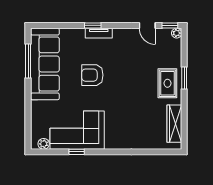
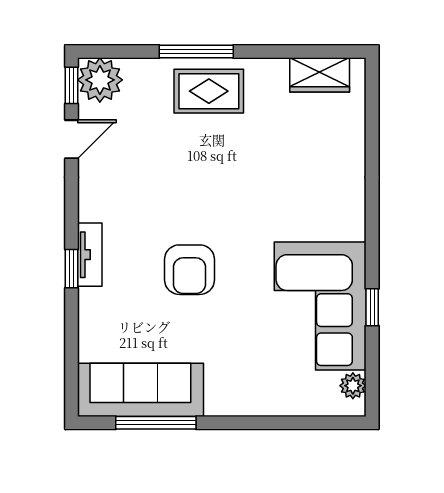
plant: (177, 33) -> (100, 80), width x1.87, depth x1.87
sofa: (45, 64) -> (140, 390), width x0.74, depth x0.79
window: (184, 78) -> (196, 51), width x1.44
wardrobe: (174, 124) -> (320, 75), width x0.67

